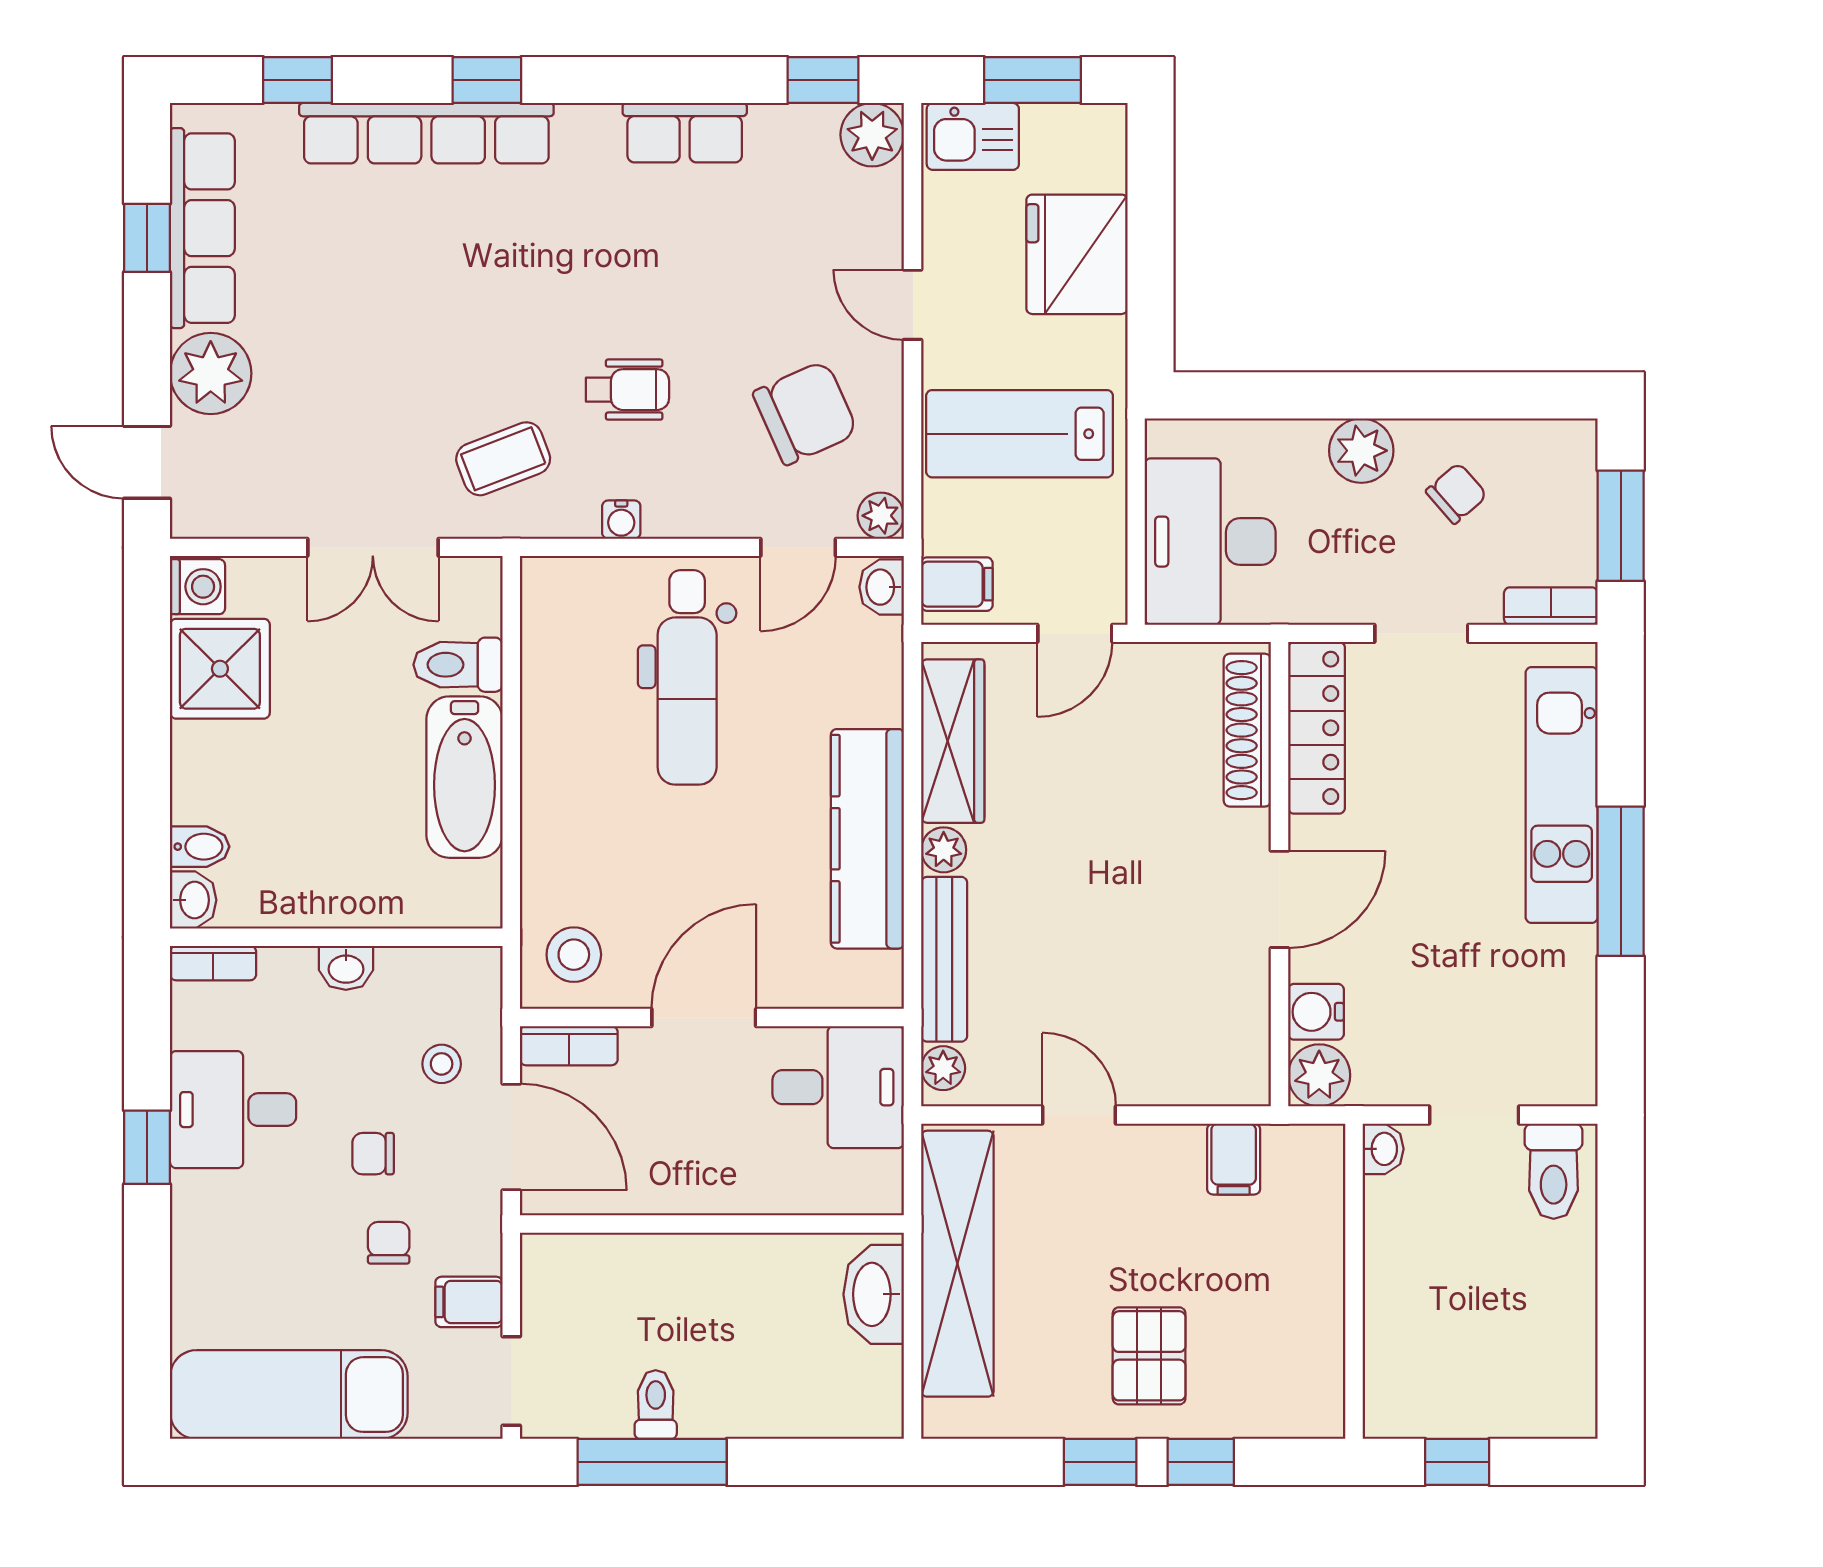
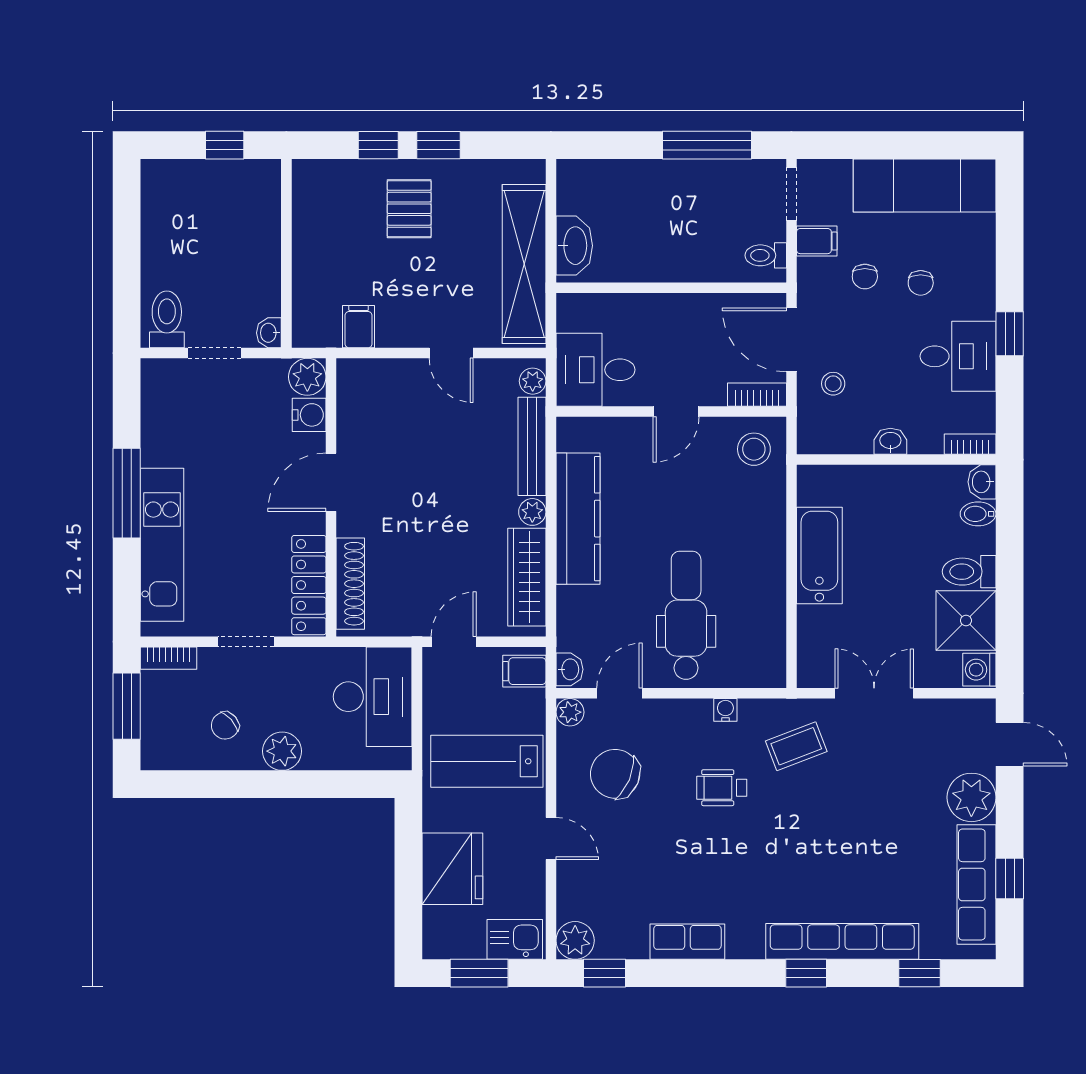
chair: (805, 413) -> (615, 774), turned 47
lab bench: (1020, 434) -> (487, 761), turned 180
toilet: (458, 665) -> (969, 572), moved, turned 180
door: (704, 1018) -> (676, 411), width x0.73
chair: (373, 1154) -> (921, 283), moved, turned 90
toilet: (656, 1405) -> (766, 255), moved, turned 90

